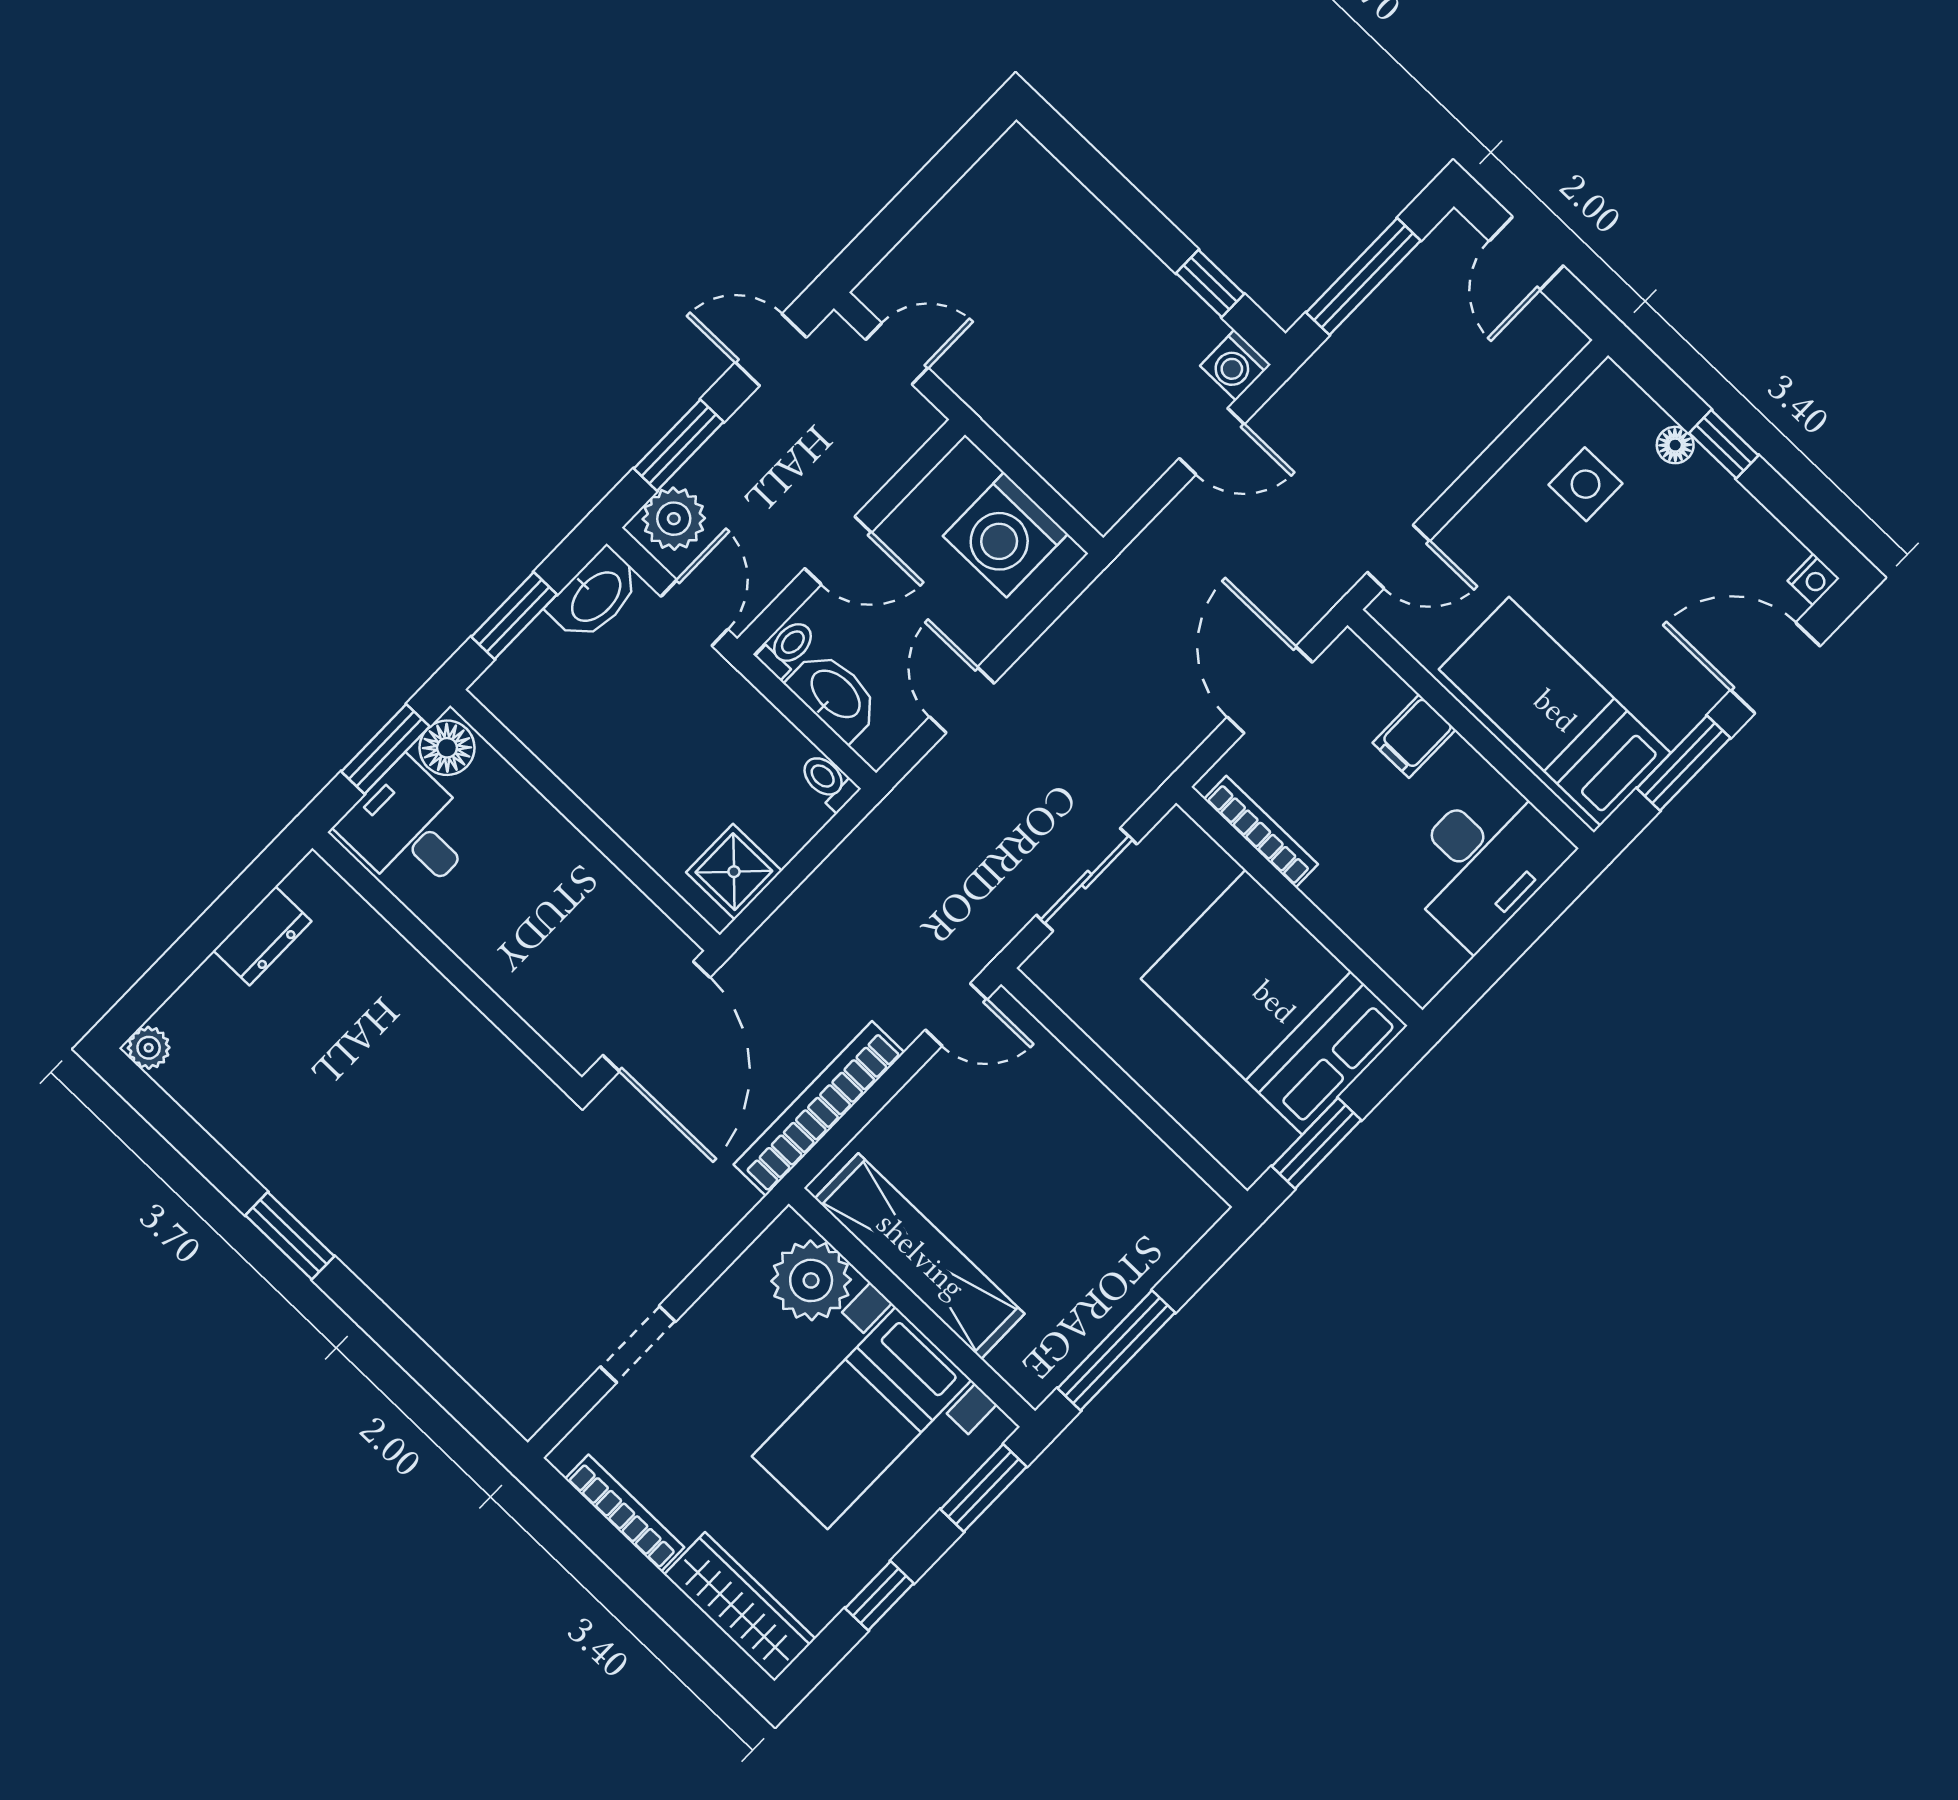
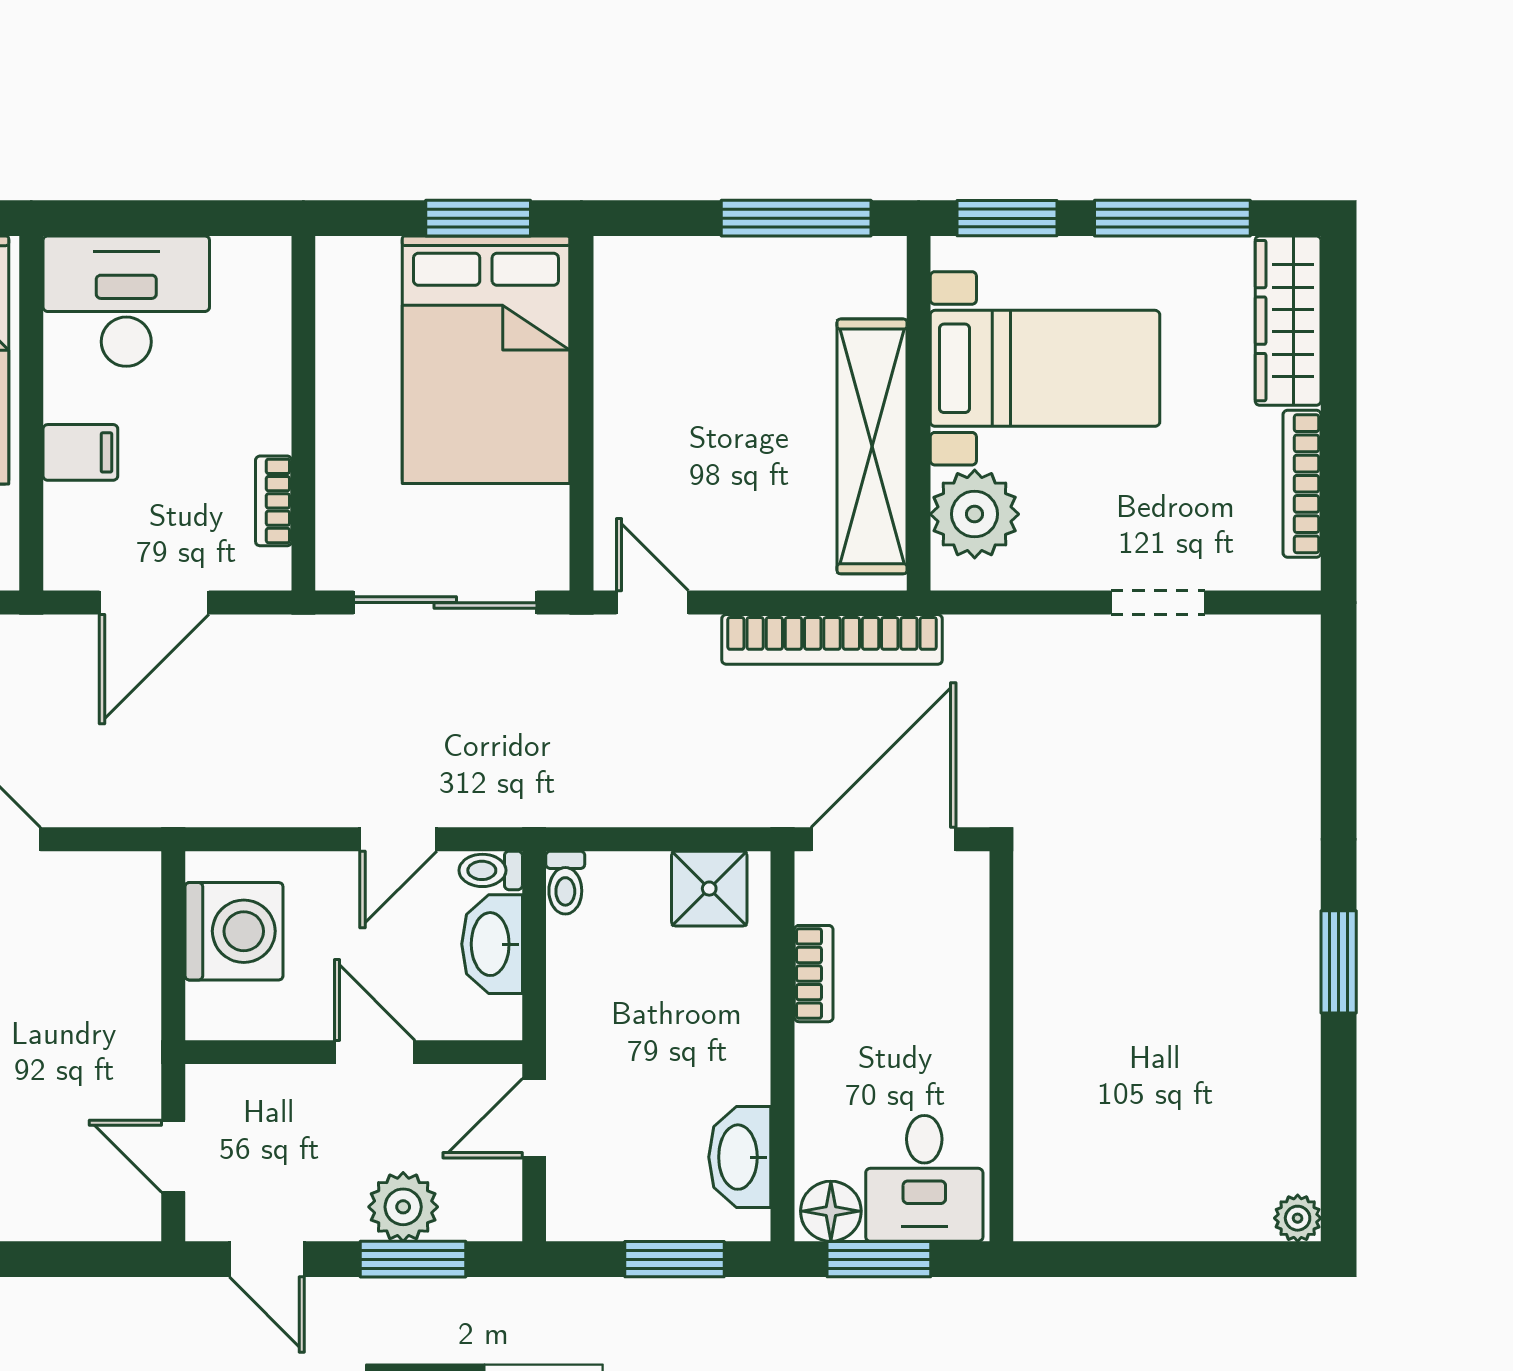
plant: (674, 519) -> (403, 1207), moved
washbasin: (595, 595) -> (740, 1157), moved, turned -90
toilet: (787, 648) -> (491, 870), moved
bookcase: (1261, 832) -> (274, 501), width x0.64
sliding door: (1087, 880) -> (445, 603), width x1.37
bookcase: (613, 886) -> (814, 974), added
dresser: (262, 936) -> (1122, 1214), removed
bed: (1274, 1002) -> (486, 360), moved
window: (879, 1596) -> (1172, 218), width x2.17

